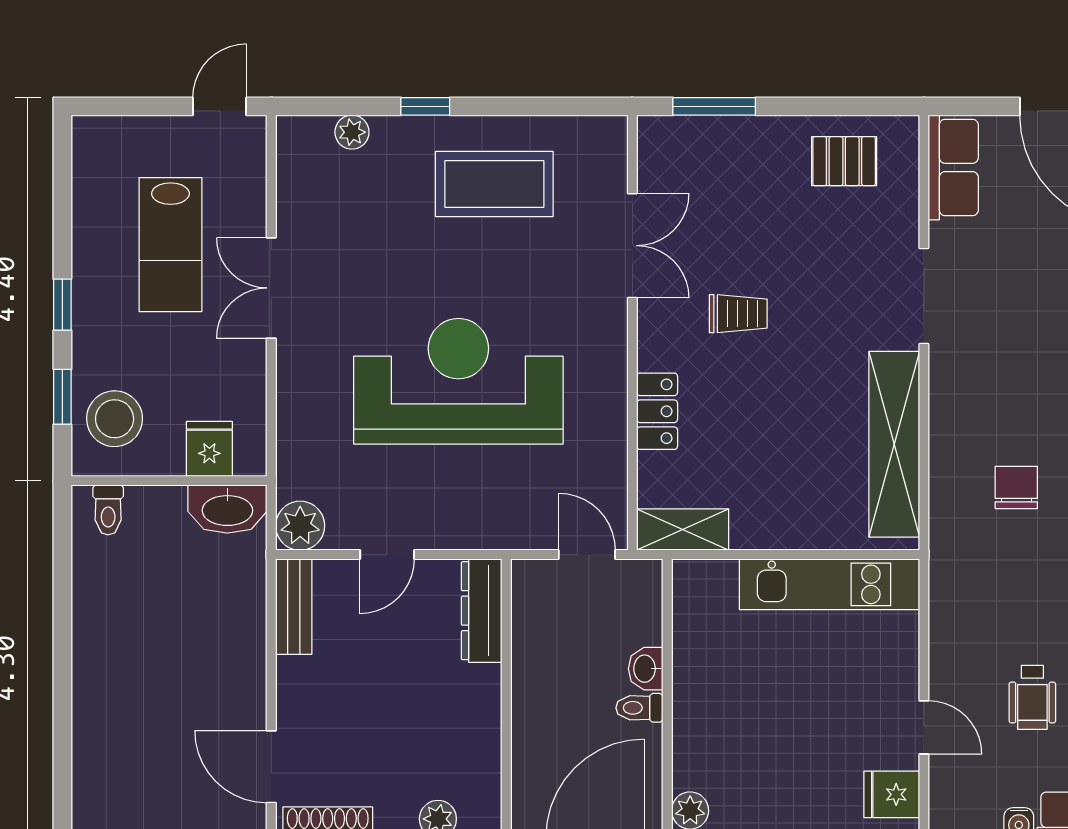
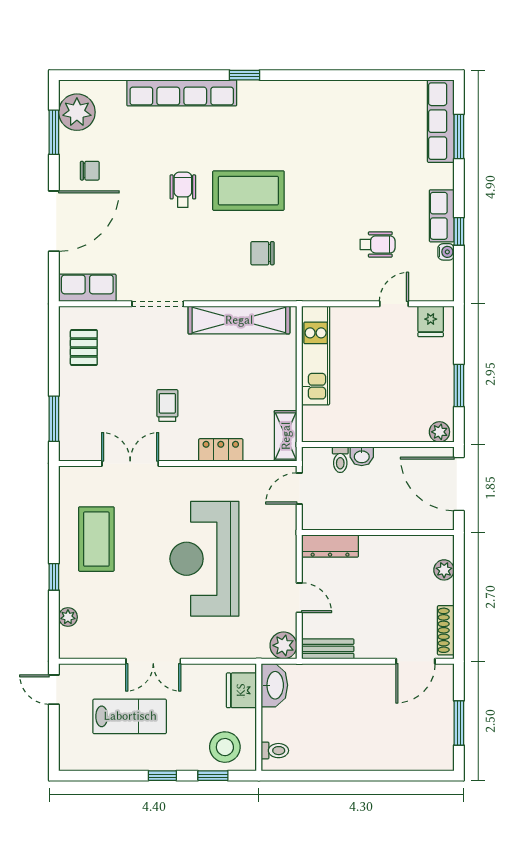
fridge: (209, 449) -> (241, 690), width x1.38
toilet: (639, 708) -> (340, 460), moved

